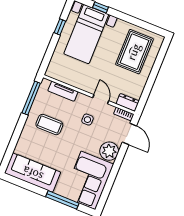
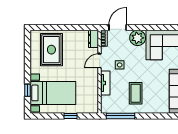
window: (60, 27) -> (71, 116), moved
rug: (134, 52) -> (51, 50), turned 90
tv unit: (63, 91) -> (105, 83), moved

